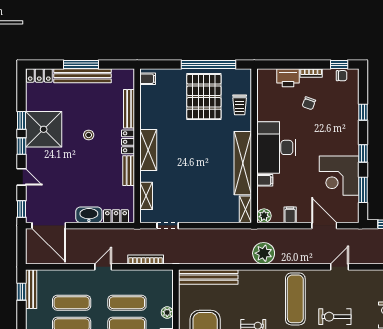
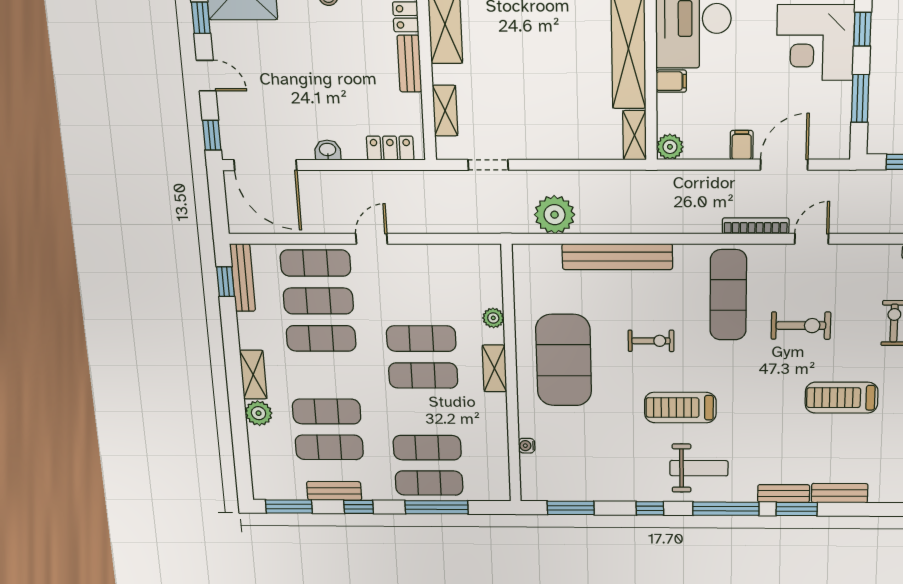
corner desk: (339, 176) -> (815, 43), moved
washbasin: (89, 215) -> (328, 150), width x0.52, depth x0.69
filing cabinet: (290, 215) -> (742, 145), moved
door: (324, 226) -> (784, 165), hinge flipped
plant: (264, 253) -> (555, 215), moved
bookcase: (146, 260) -> (756, 226), moved
bench: (208, 277) -> (617, 257), moved
exercise mat: (127, 303) -> (315, 263), moved
exercise bike: (335, 317) -> (801, 326), turned 180

